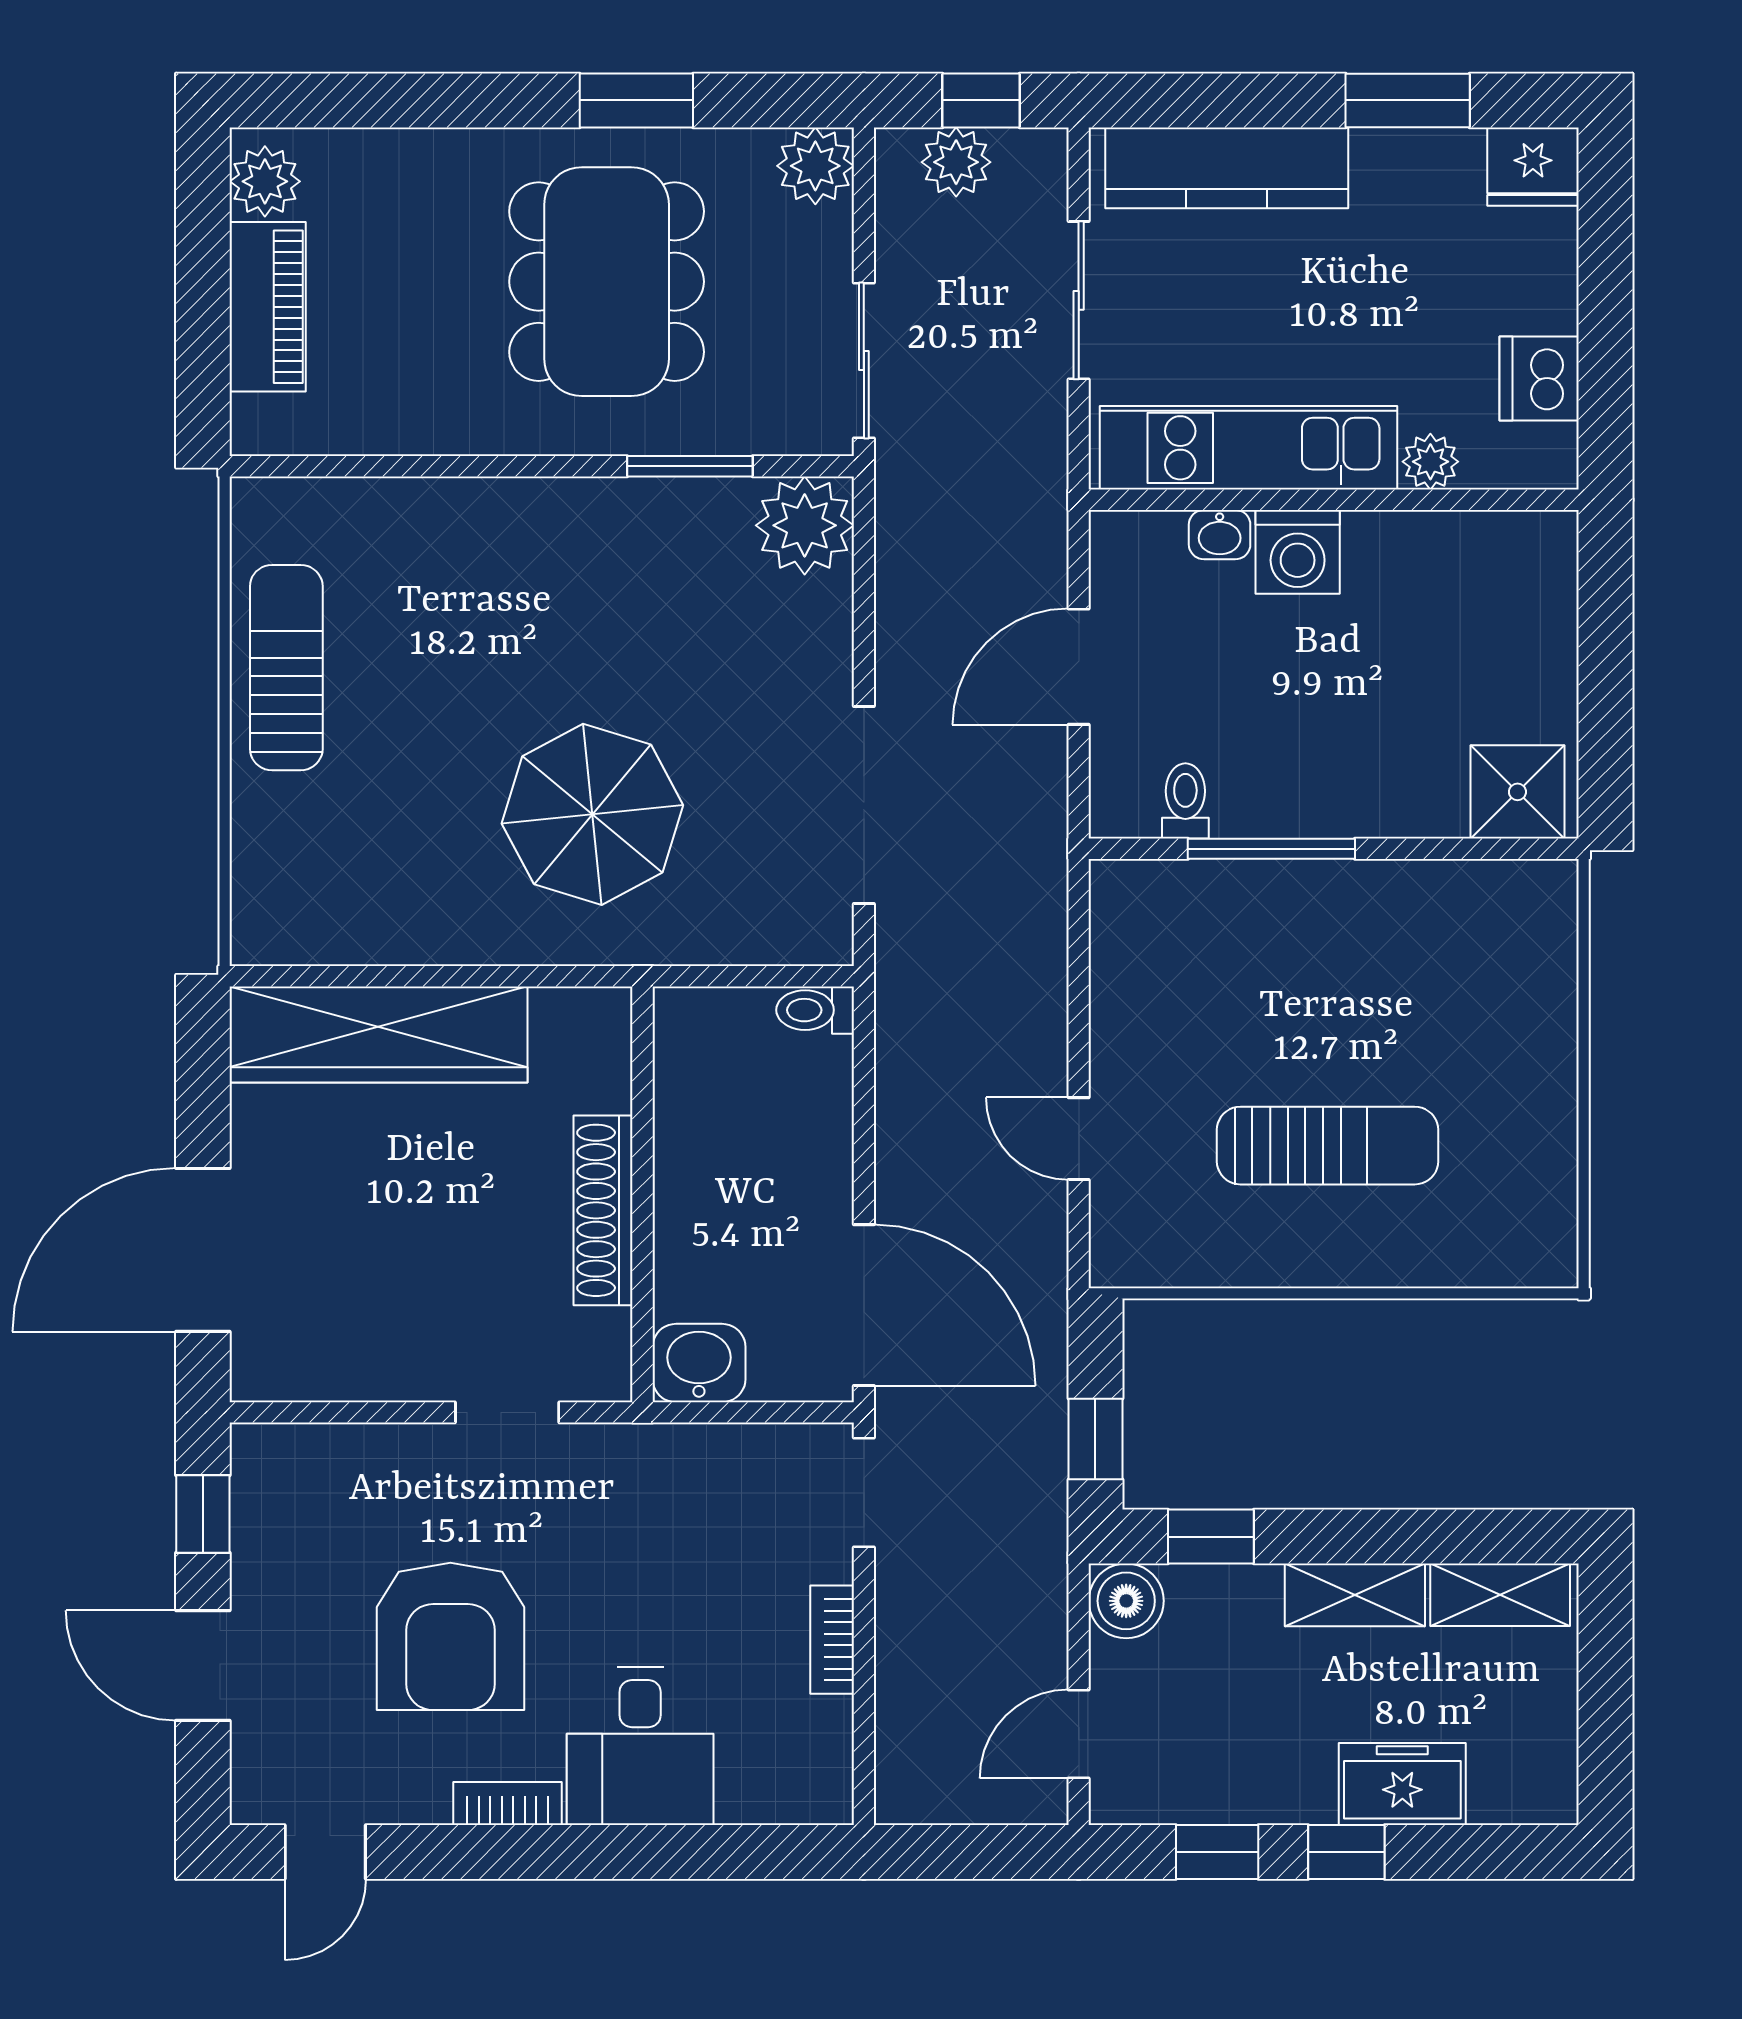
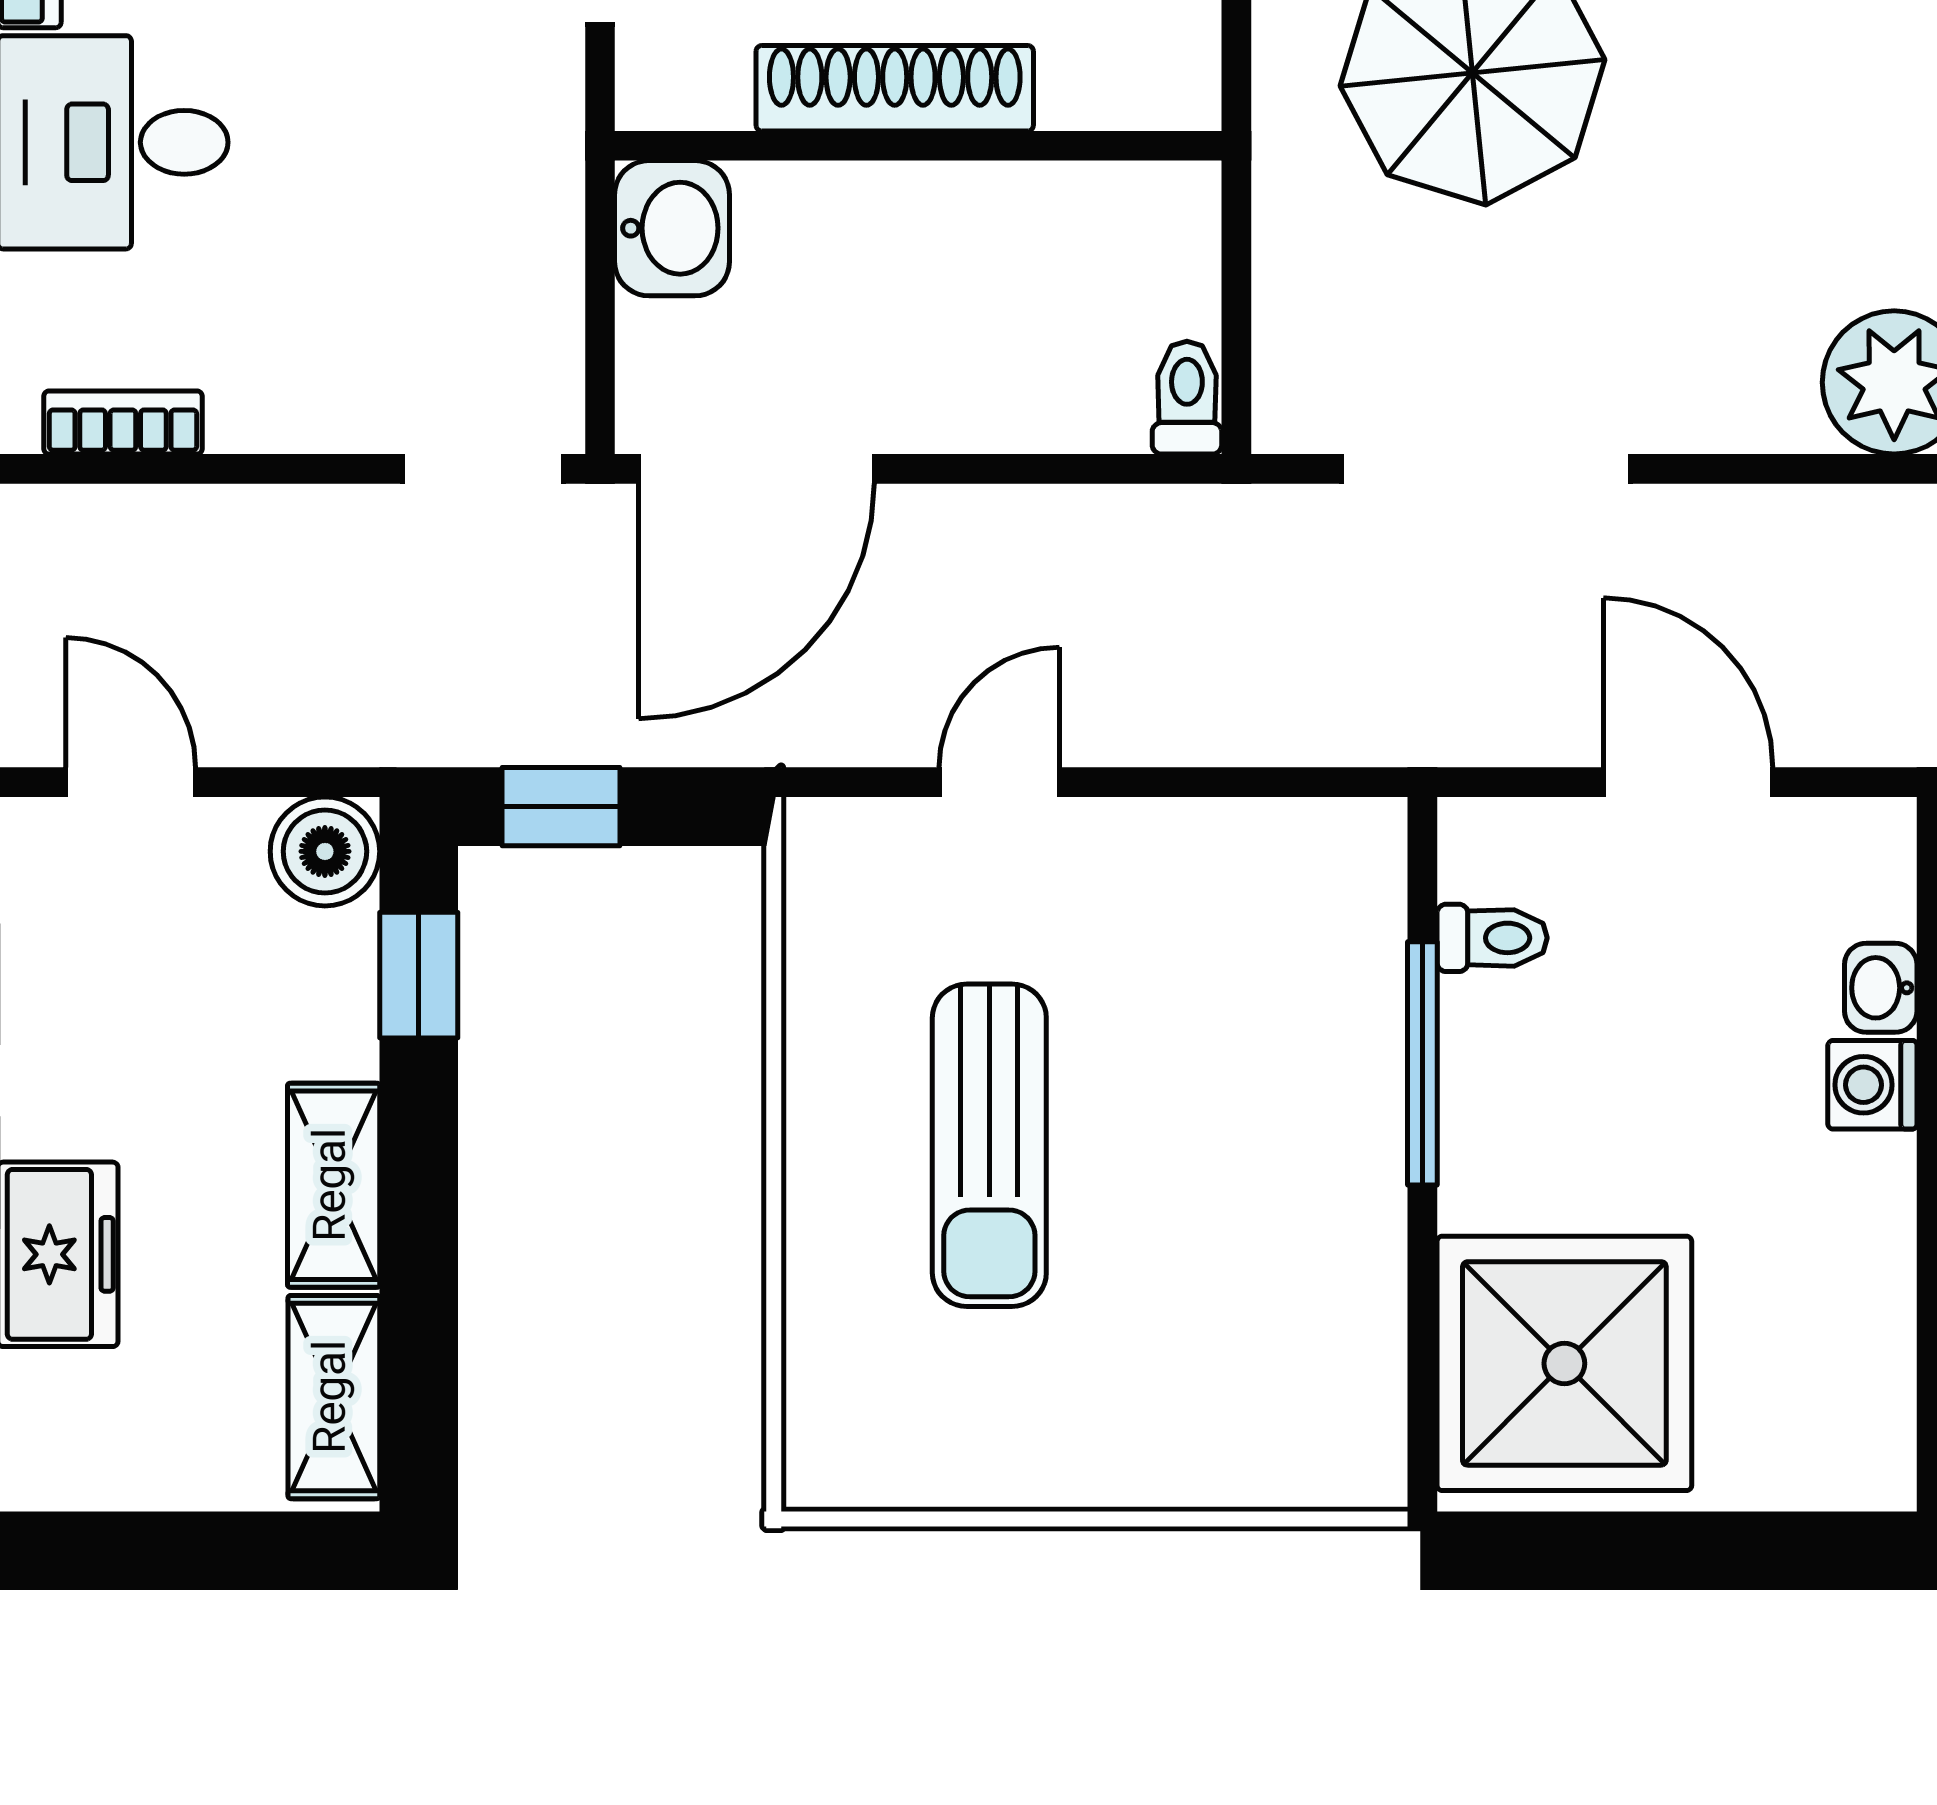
washing machine: (1298, 552) -> (1872, 1085), width x0.73, depth x0.73
shower: (1517, 792) -> (1564, 1363), width x1.86, depth x1.86
bookcase: (832, 1640) -> (123, 422), moved

